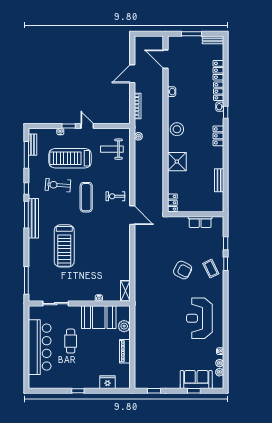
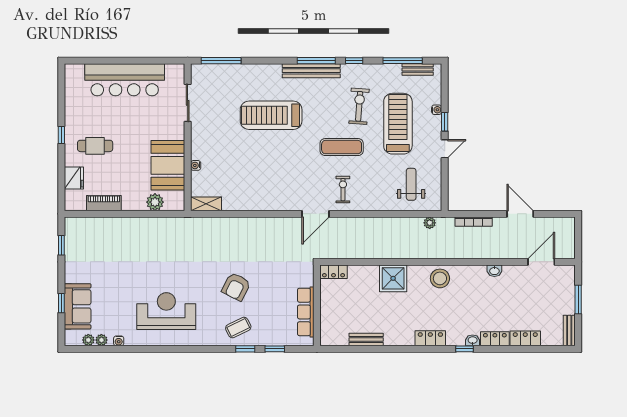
row of seats: (200, 222) -> (306, 312), width x1.48
cafe table: (71, 341) -> (95, 146), moved
piano: (125, 351) -> (104, 203), moved

